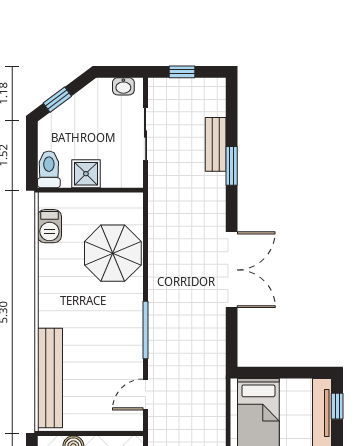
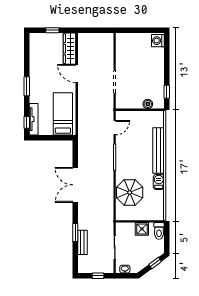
barbecue: (49, 226) -> (159, 182), moved
bench: (50, 378) -> (158, 151), moved

